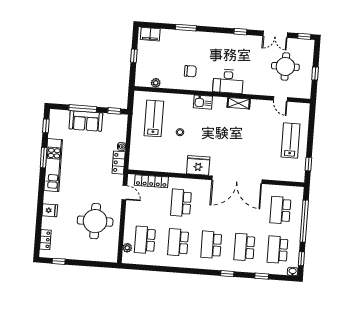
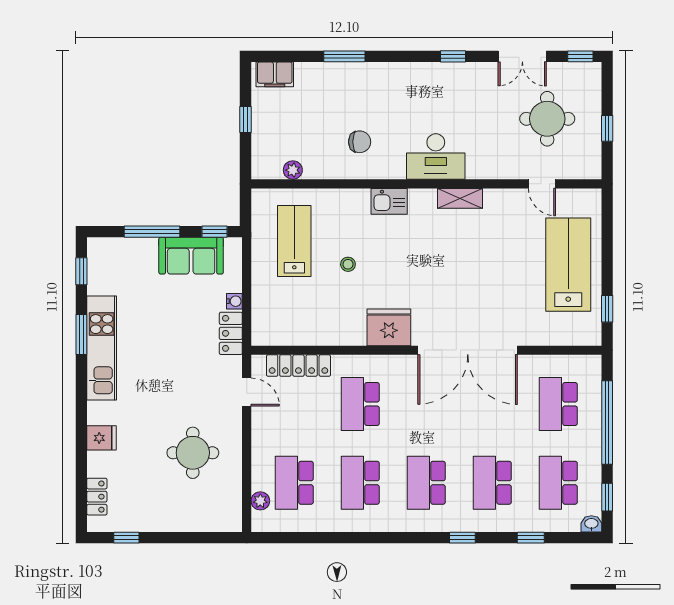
sofa: (86, 121) -> (191, 256), moved
lab bench: (291, 140) -> (568, 265), width x1.36, depth x1.39
round table: (95, 221) -> (193, 453), width x0.73, depth x0.73

